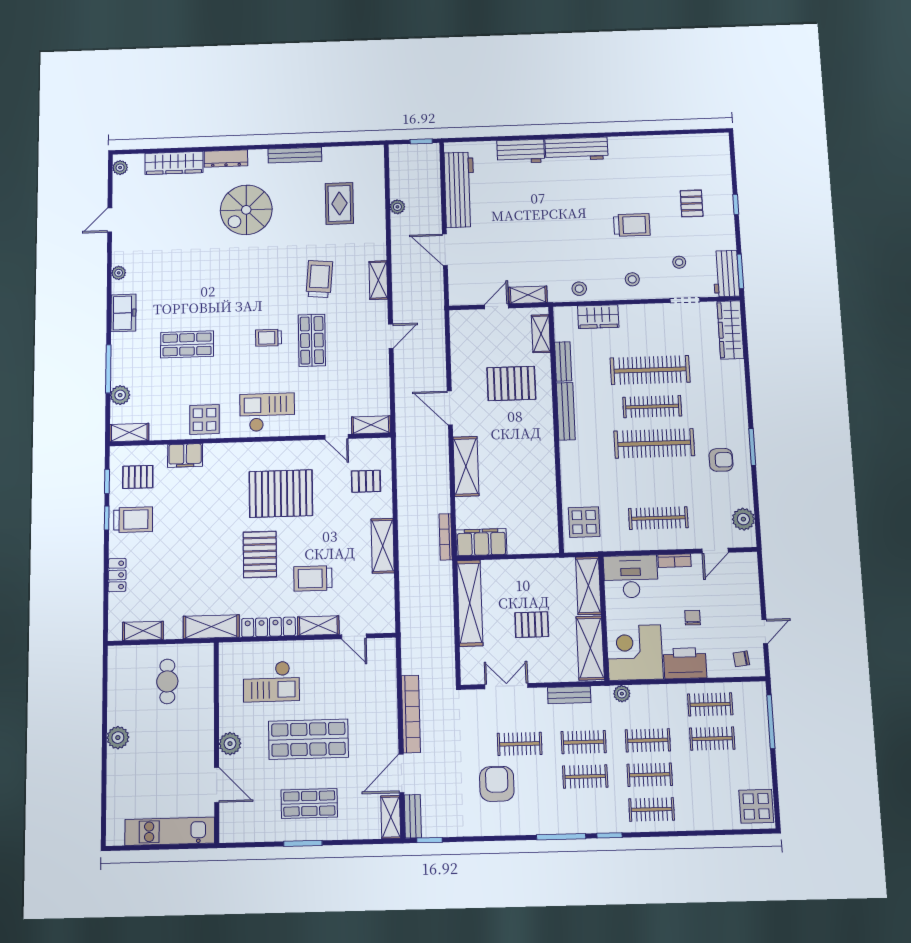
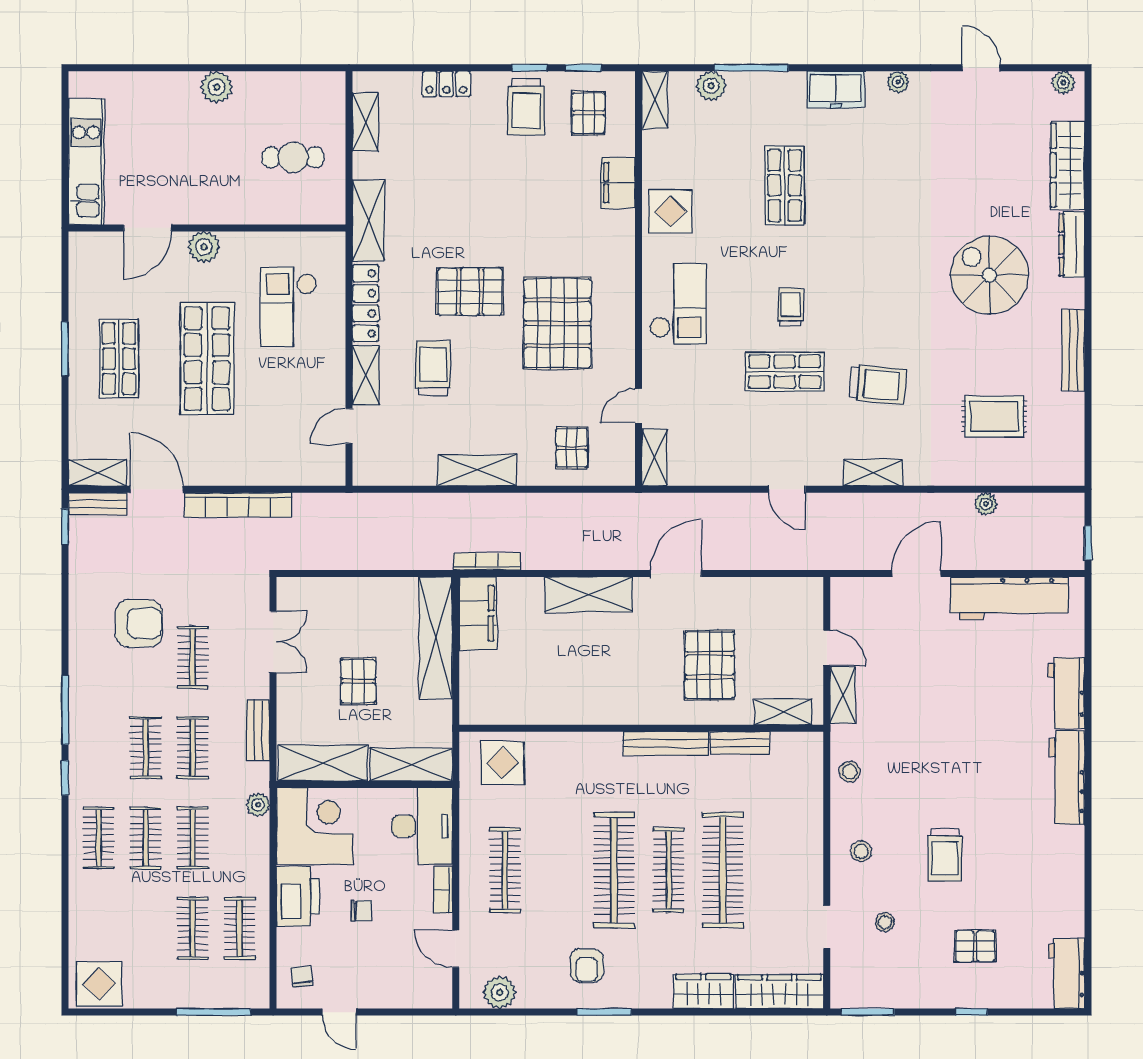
workbench: (726, 274) -> (1067, 973), moved, turned -90
wardrobe: (598, 317) -> (703, 991), moved, turned 90
shelving: (470, 603) -> (436, 638), moved, turned 90

